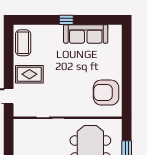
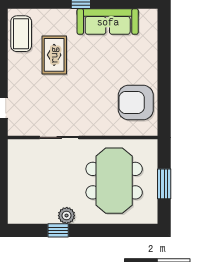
rug: (29, 74) -> (54, 55), moved, turned 90

